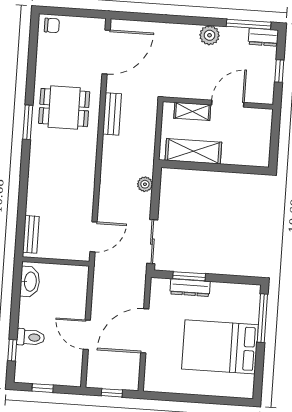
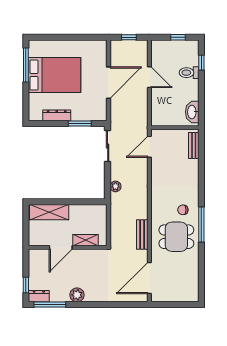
chair: (52, 25) -> (183, 210), moved
window: (279, 71) -> (26, 285), moved
window: (28, 122) -> (201, 225), width x1.44
shelving: (193, 151) -> (49, 212), moved
dresser: (190, 288) -> (57, 115), moved
window: (262, 318) -> (26, 65), moved

